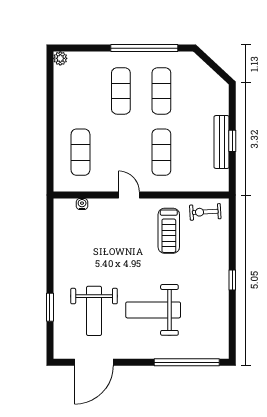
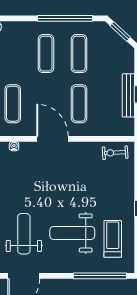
window: (212, 64) -> (120, 31), added
door: (129, 195) -> (52, 139), width x1.87
treadmill: (169, 231) -> (113, 239), moved, turned 180
weight bench: (94, 311) -> (24, 234), turned 180

